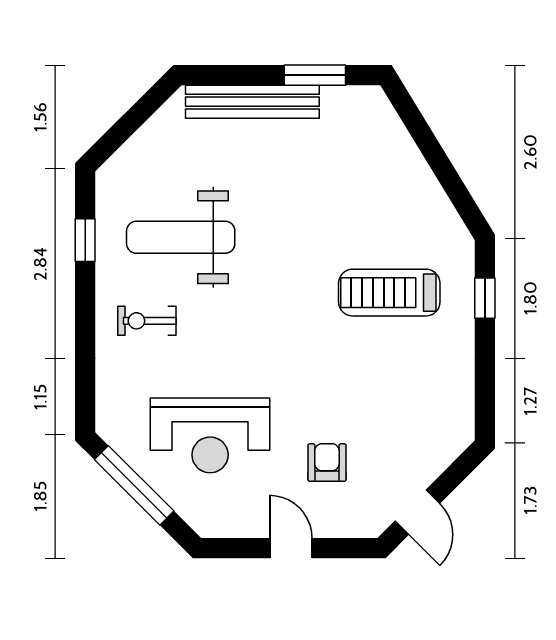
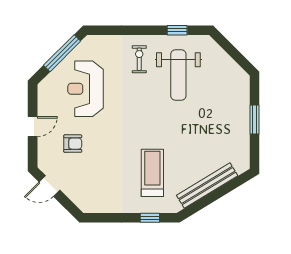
window: (315, 75) -> (254, 119), moved
bench: (252, 102) -> (207, 186), moved, turned 59
weight bench: (181, 237) -> (178, 75), turned 180

